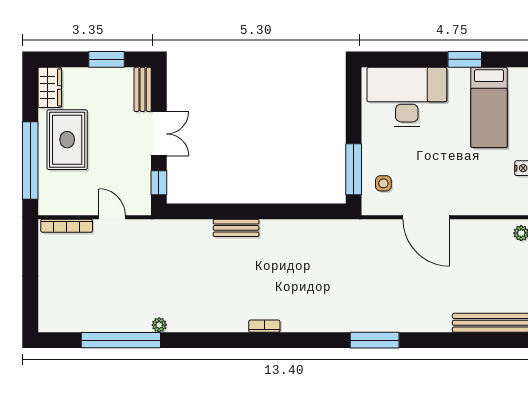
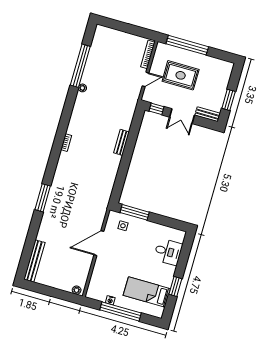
wardrobe: (50, 87) -> (222, 66), removed
desk: (407, 97) -> (168, 252), width x0.53, depth x0.77
rug: (67, 140) -> (181, 75), moved

